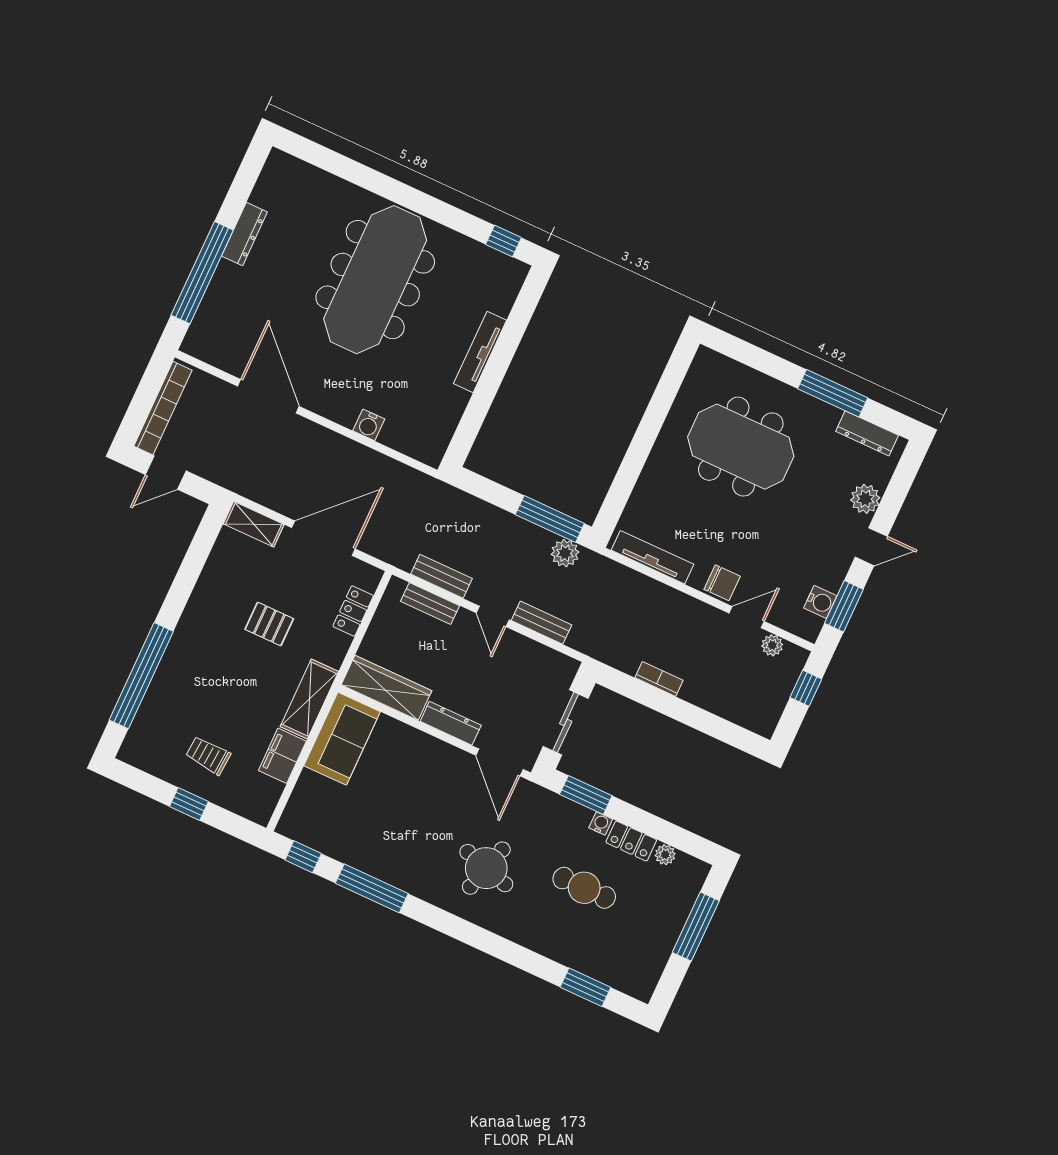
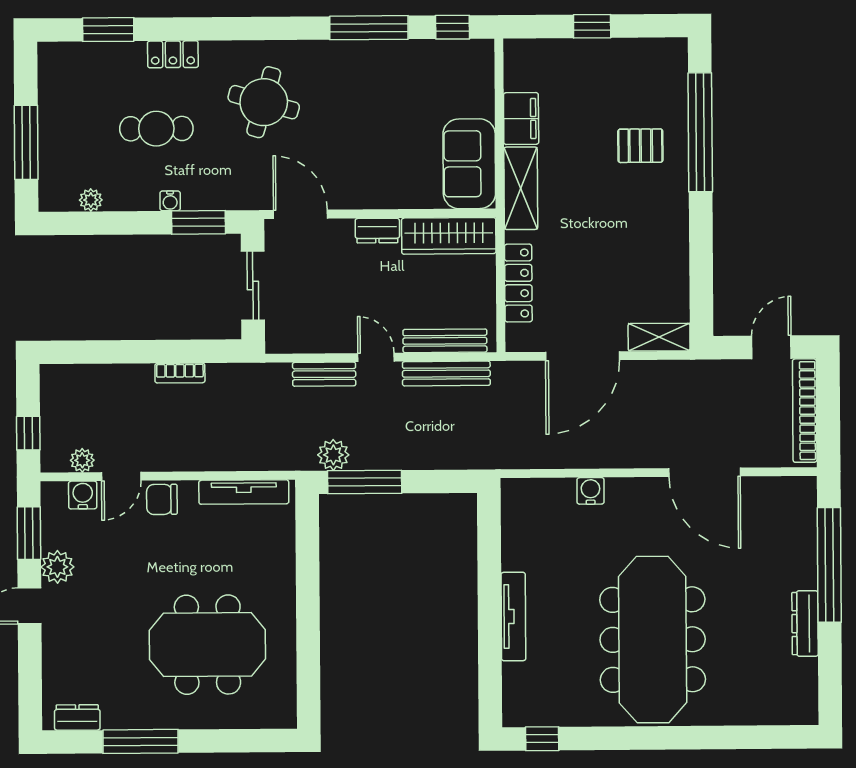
dresser: (867, 433) -> (77, 717), width x0.70
plant: (865, 499) -> (57, 567), moved
bench: (441, 576) -> (446, 374), width x1.36
water cooler: (820, 602) -> (83, 495), moved, turned 90
bench: (430, 603) -> (445, 341), width x1.36
locker: (353, 611) -> (518, 283), width x1.53
pallet: (269, 624) -> (640, 146), moved
dresser: (451, 723) -> (377, 231), width x0.70
trolley: (208, 755) -> (596, 84), removed
locker: (631, 841) -> (173, 54), moved, turned 180

